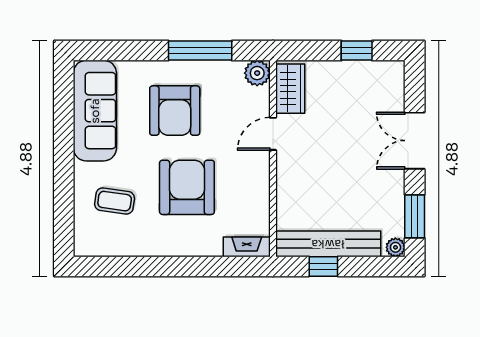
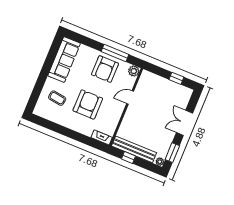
wardrobe: (290, 89) -> (144, 82), removed
armchair: (175, 111) -> (105, 69), moved

